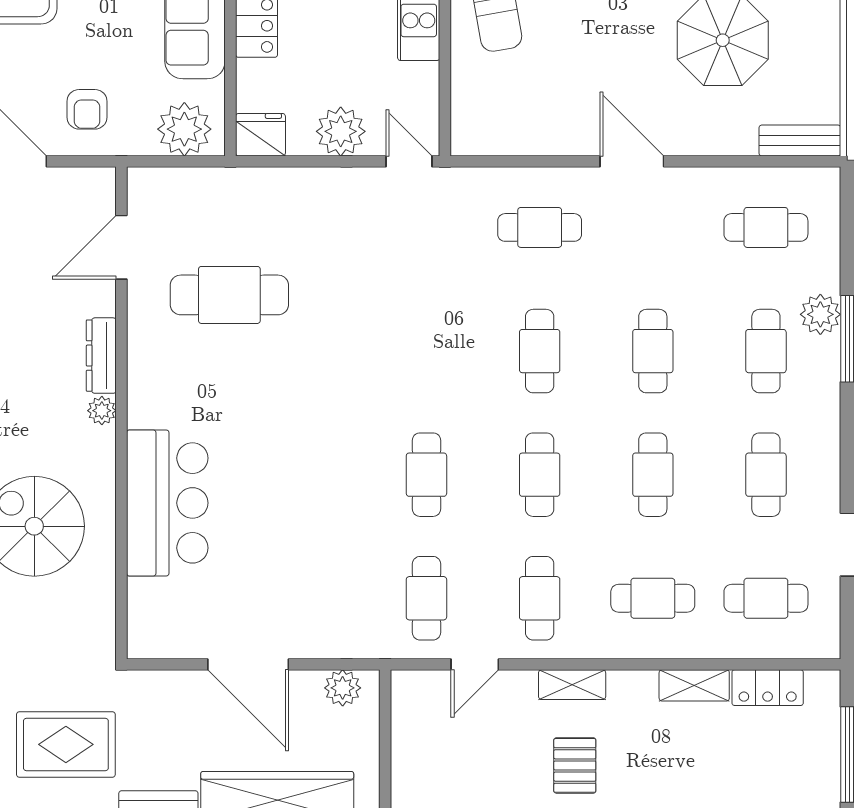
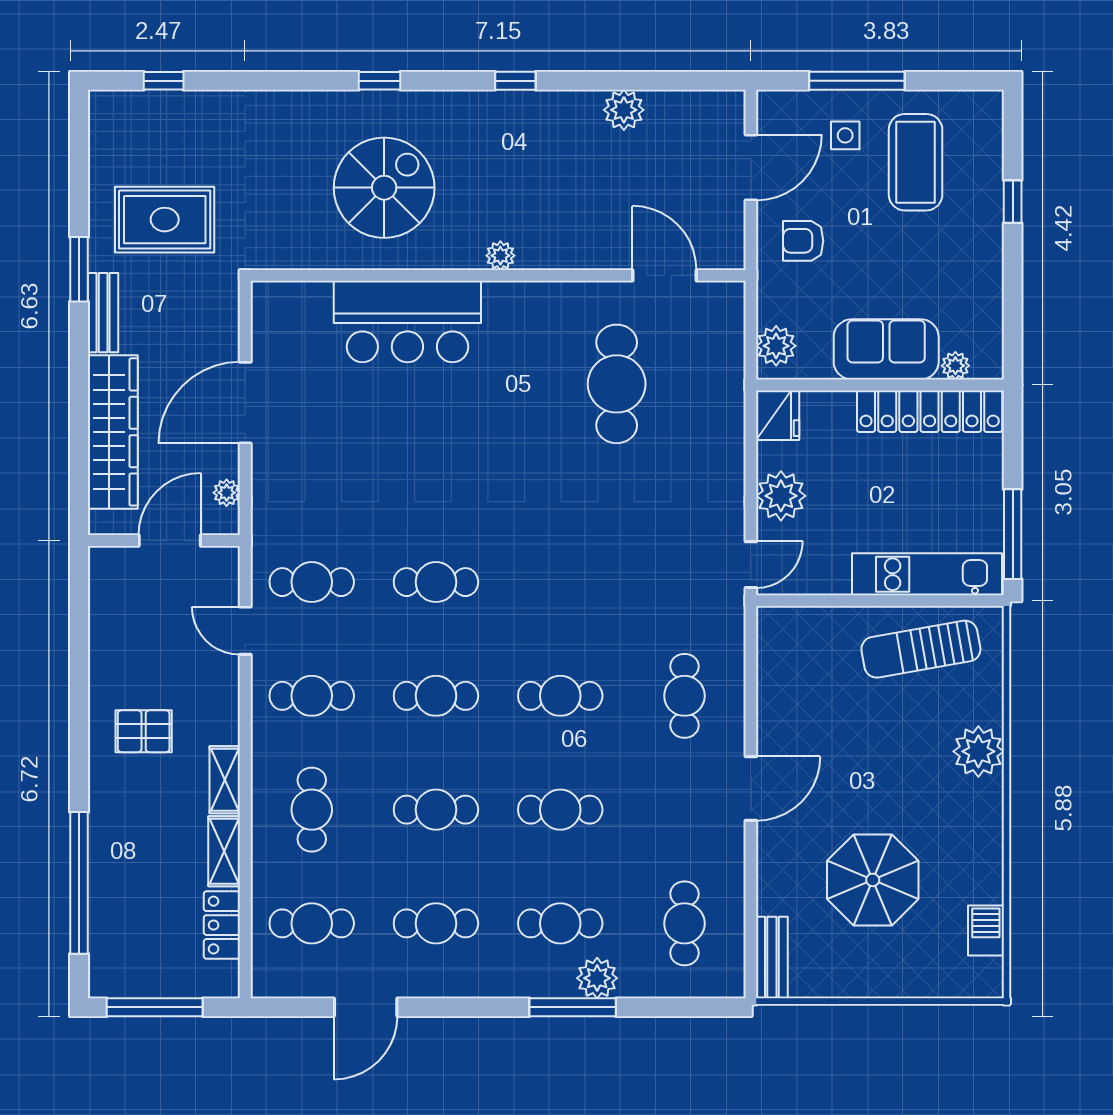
plant: (184, 129) -> (776, 346), width x0.73, depth x0.73
dresser: (101, 356) -> (556, 255), removed
cafe table: (766, 598) -> (312, 923), turned 90
shelving: (572, 685) -> (225, 780), moved
plant: (343, 688) -> (227, 493), width x0.73, depth x0.73
door: (385, 739) -> (170, 541), added
rug: (66, 744) -> (165, 220), turned 90

